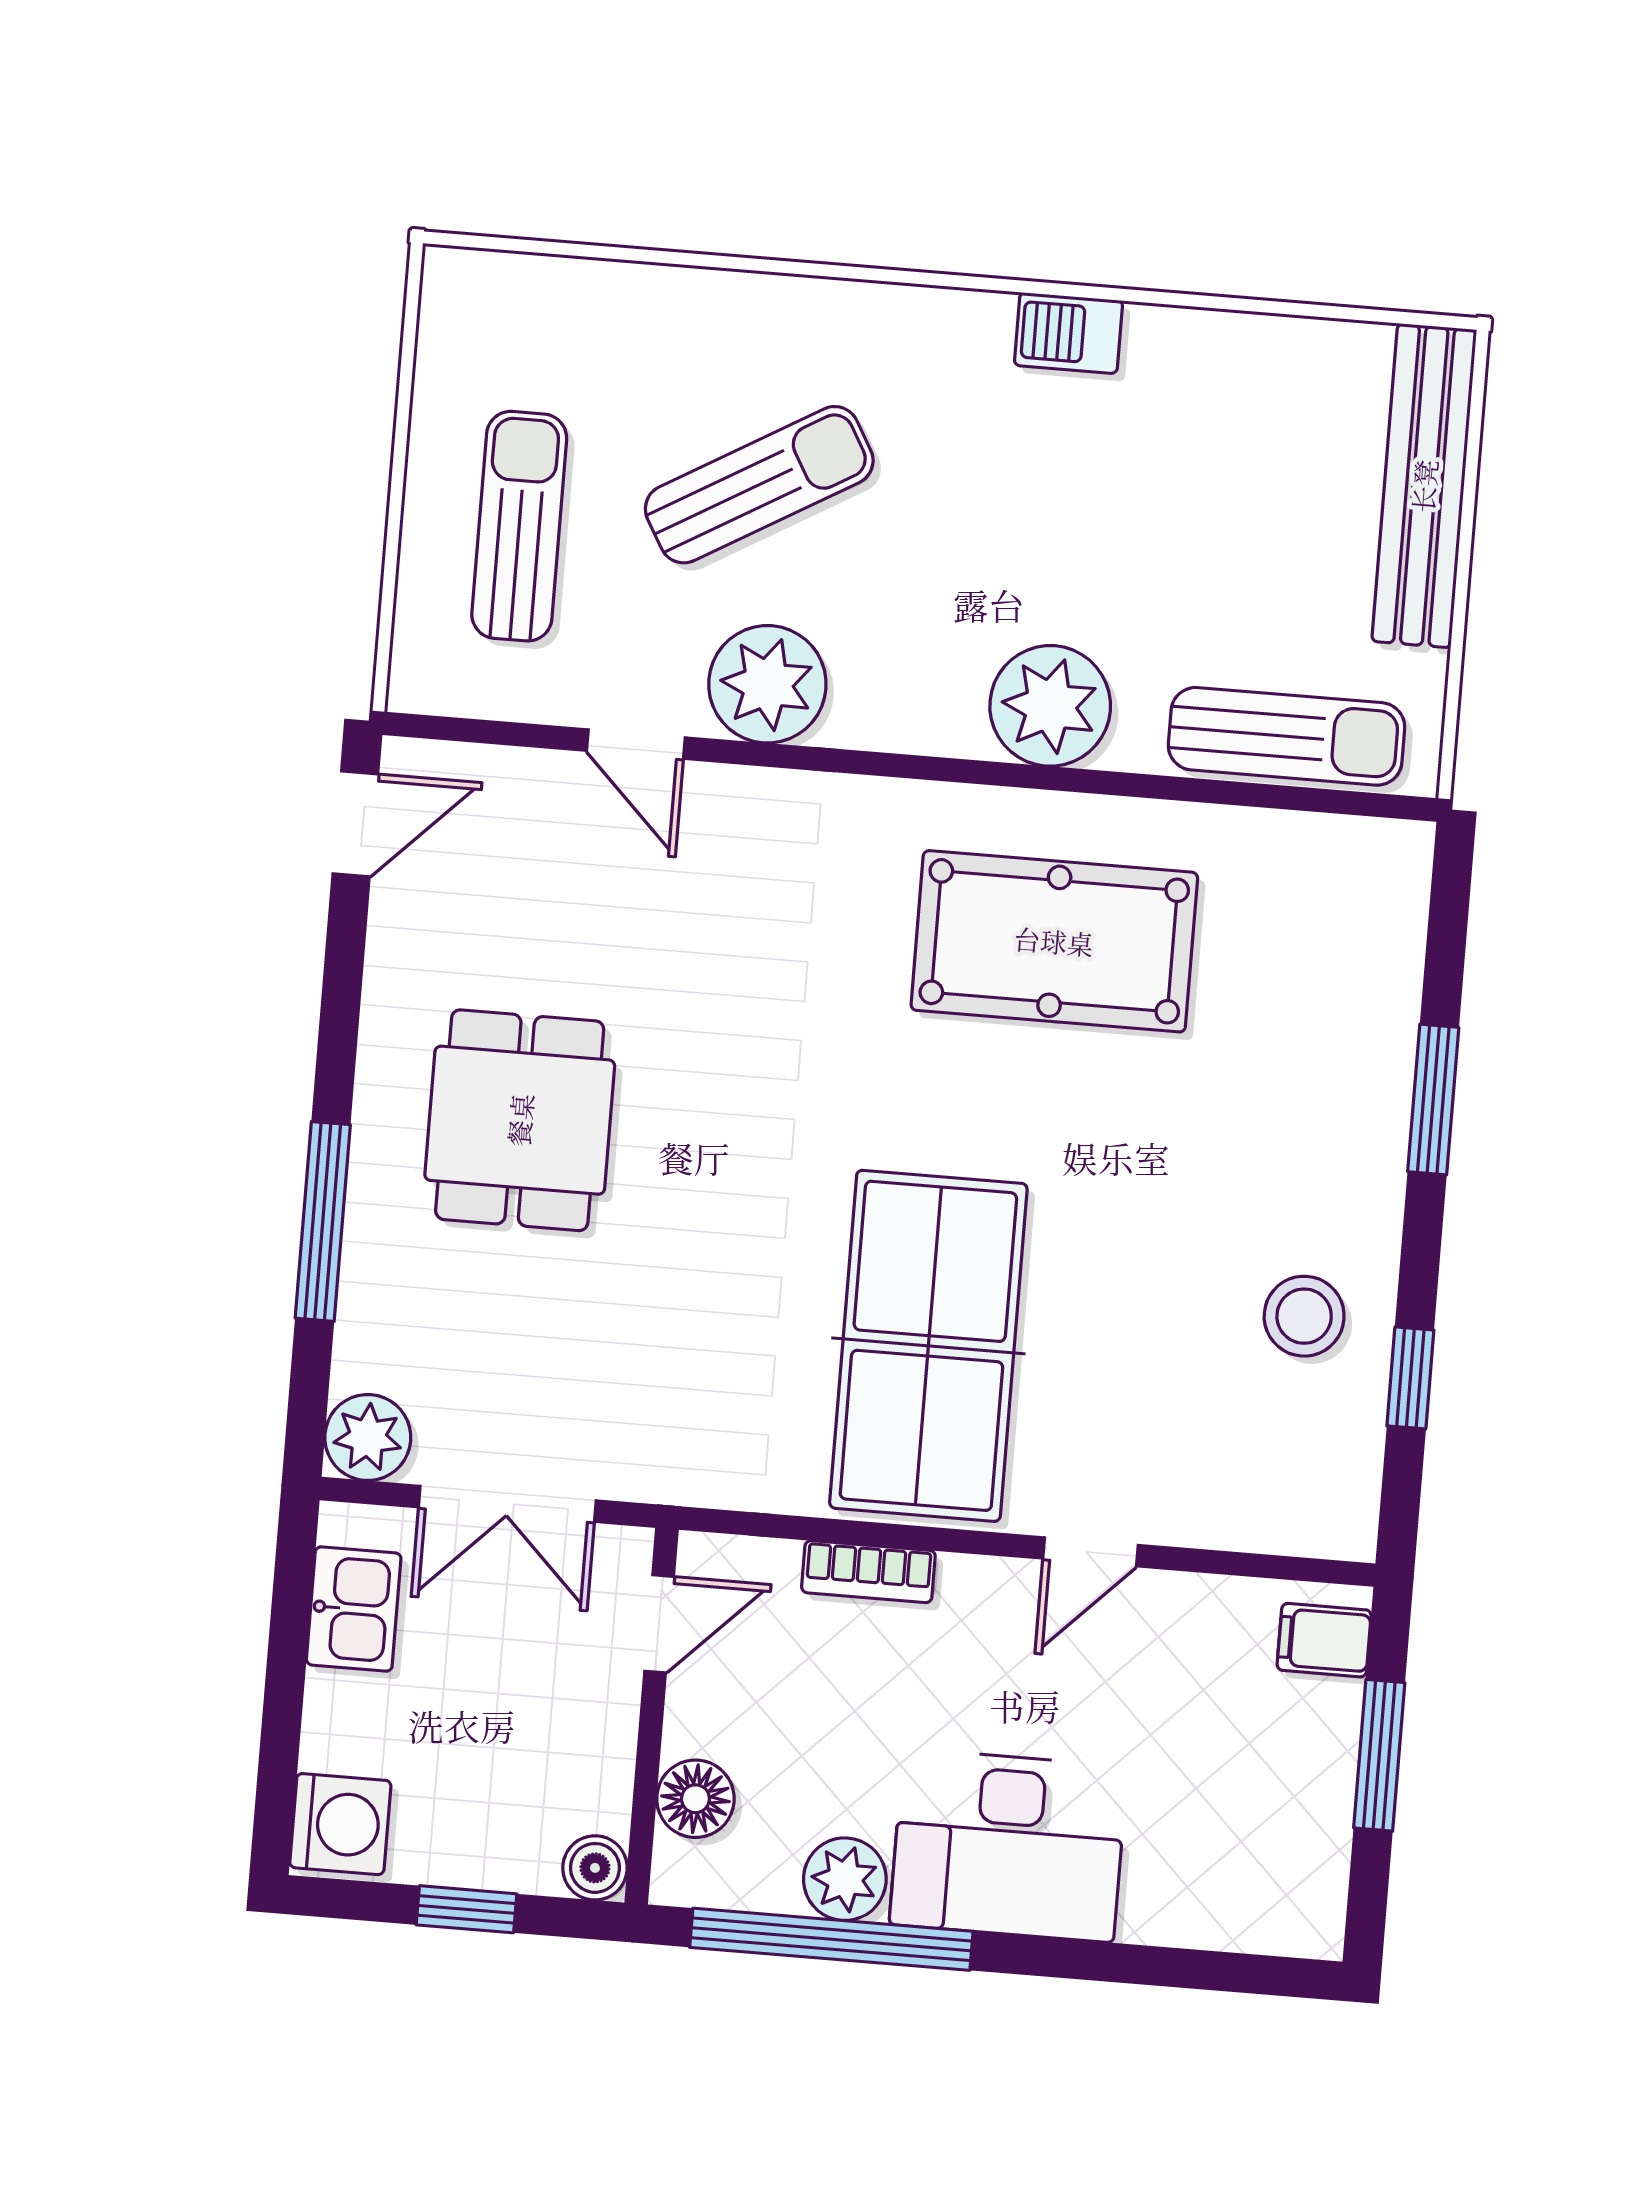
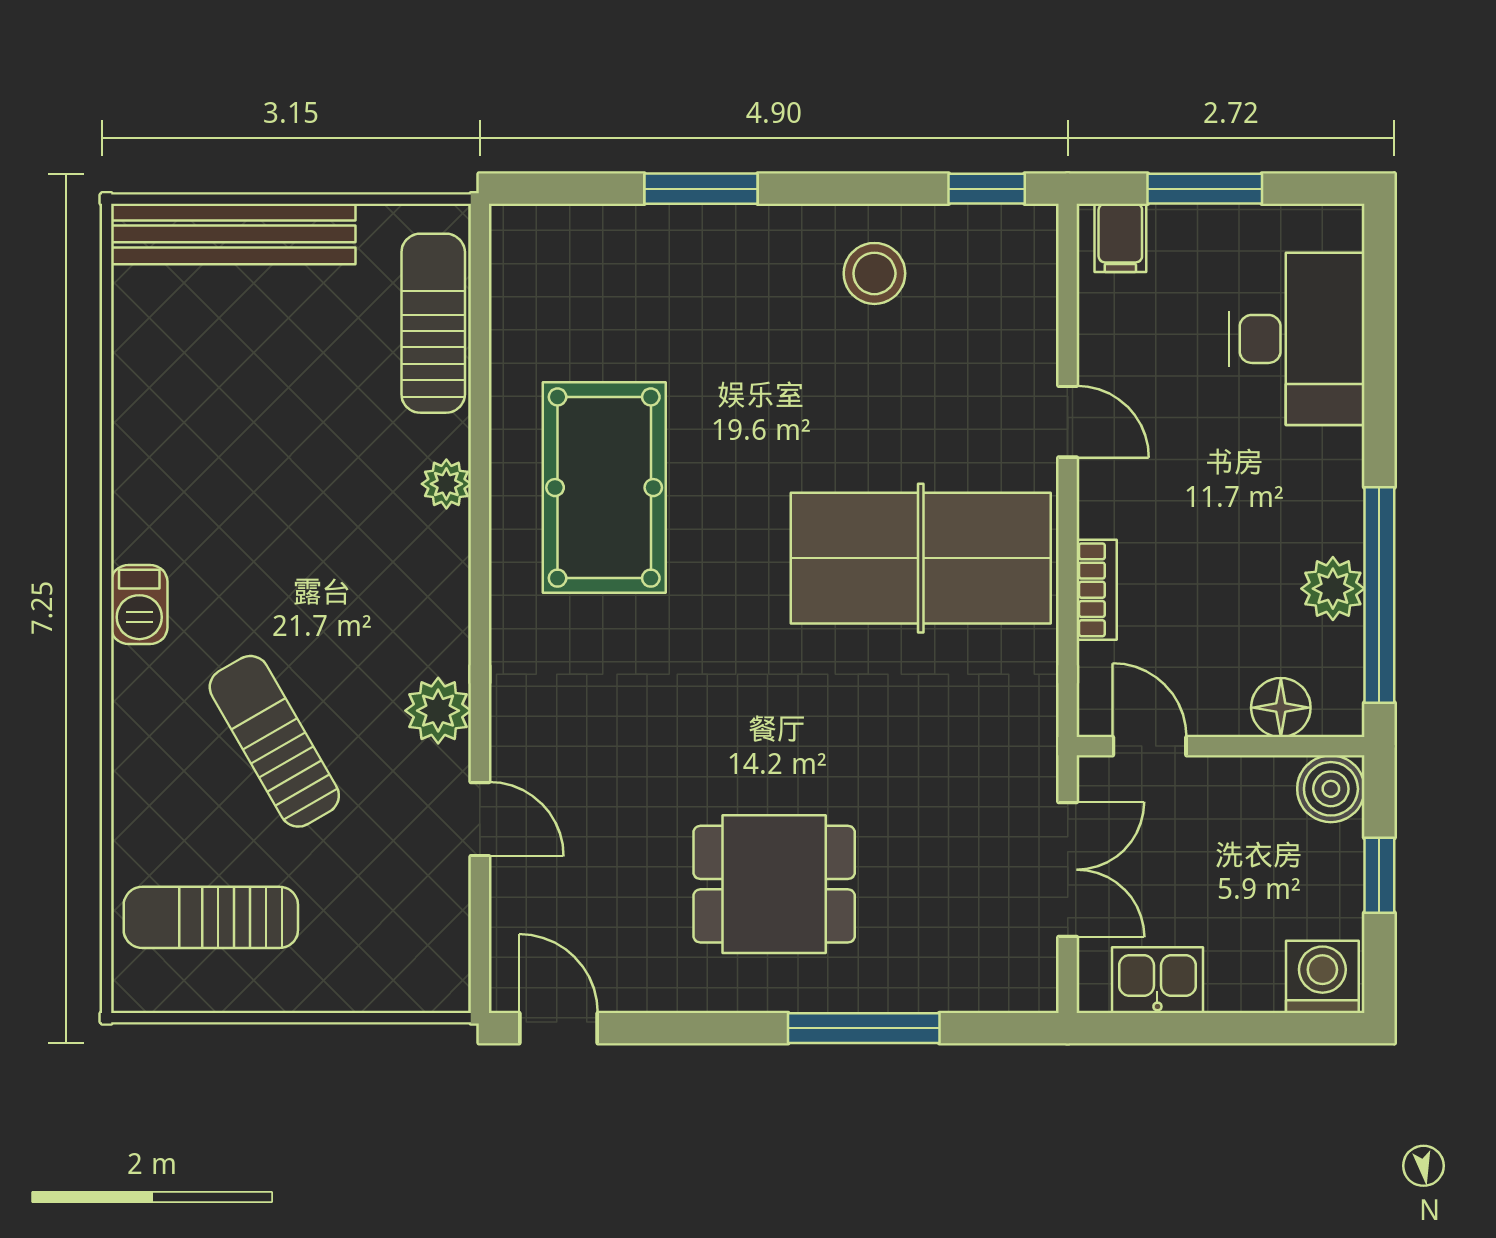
barbecue: (1068, 333) -> (139, 604), moved
sun lounger: (519, 526) -> (211, 917), moved
plant: (767, 684) -> (438, 711), width x0.73, depth x0.73
plant: (1050, 706) -> (446, 484), width x0.53, depth x0.53
door: (636, 744) -> (480, 819), hinge flipped
window: (1410, 1378) -> (987, 189), moved
plant: (368, 1438) -> (1026, 980), removed
desk: (1008, 1845) -> (1297, 339), moved
boiler: (595, 1868) -> (1331, 789), width x1.36, depth x1.36

